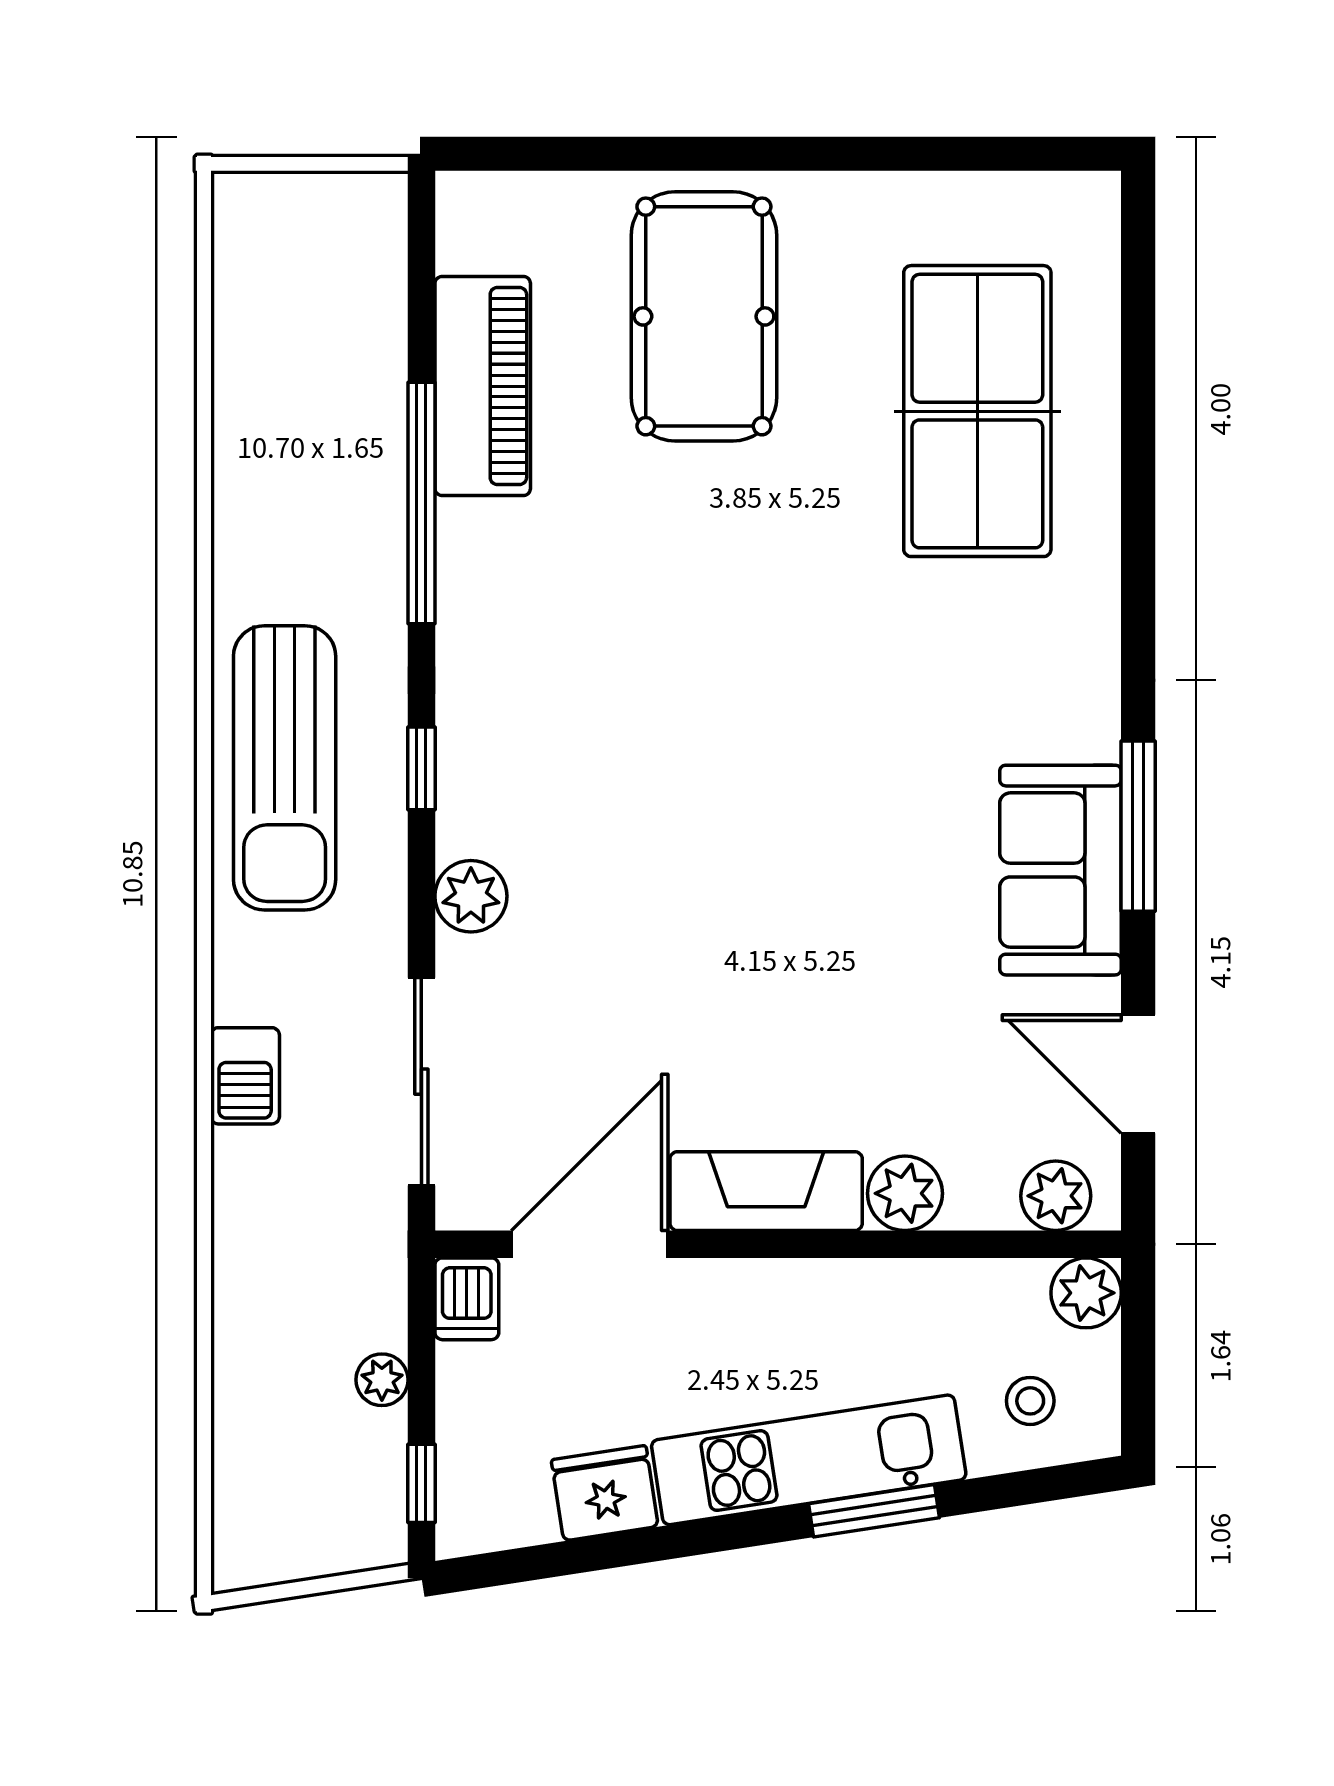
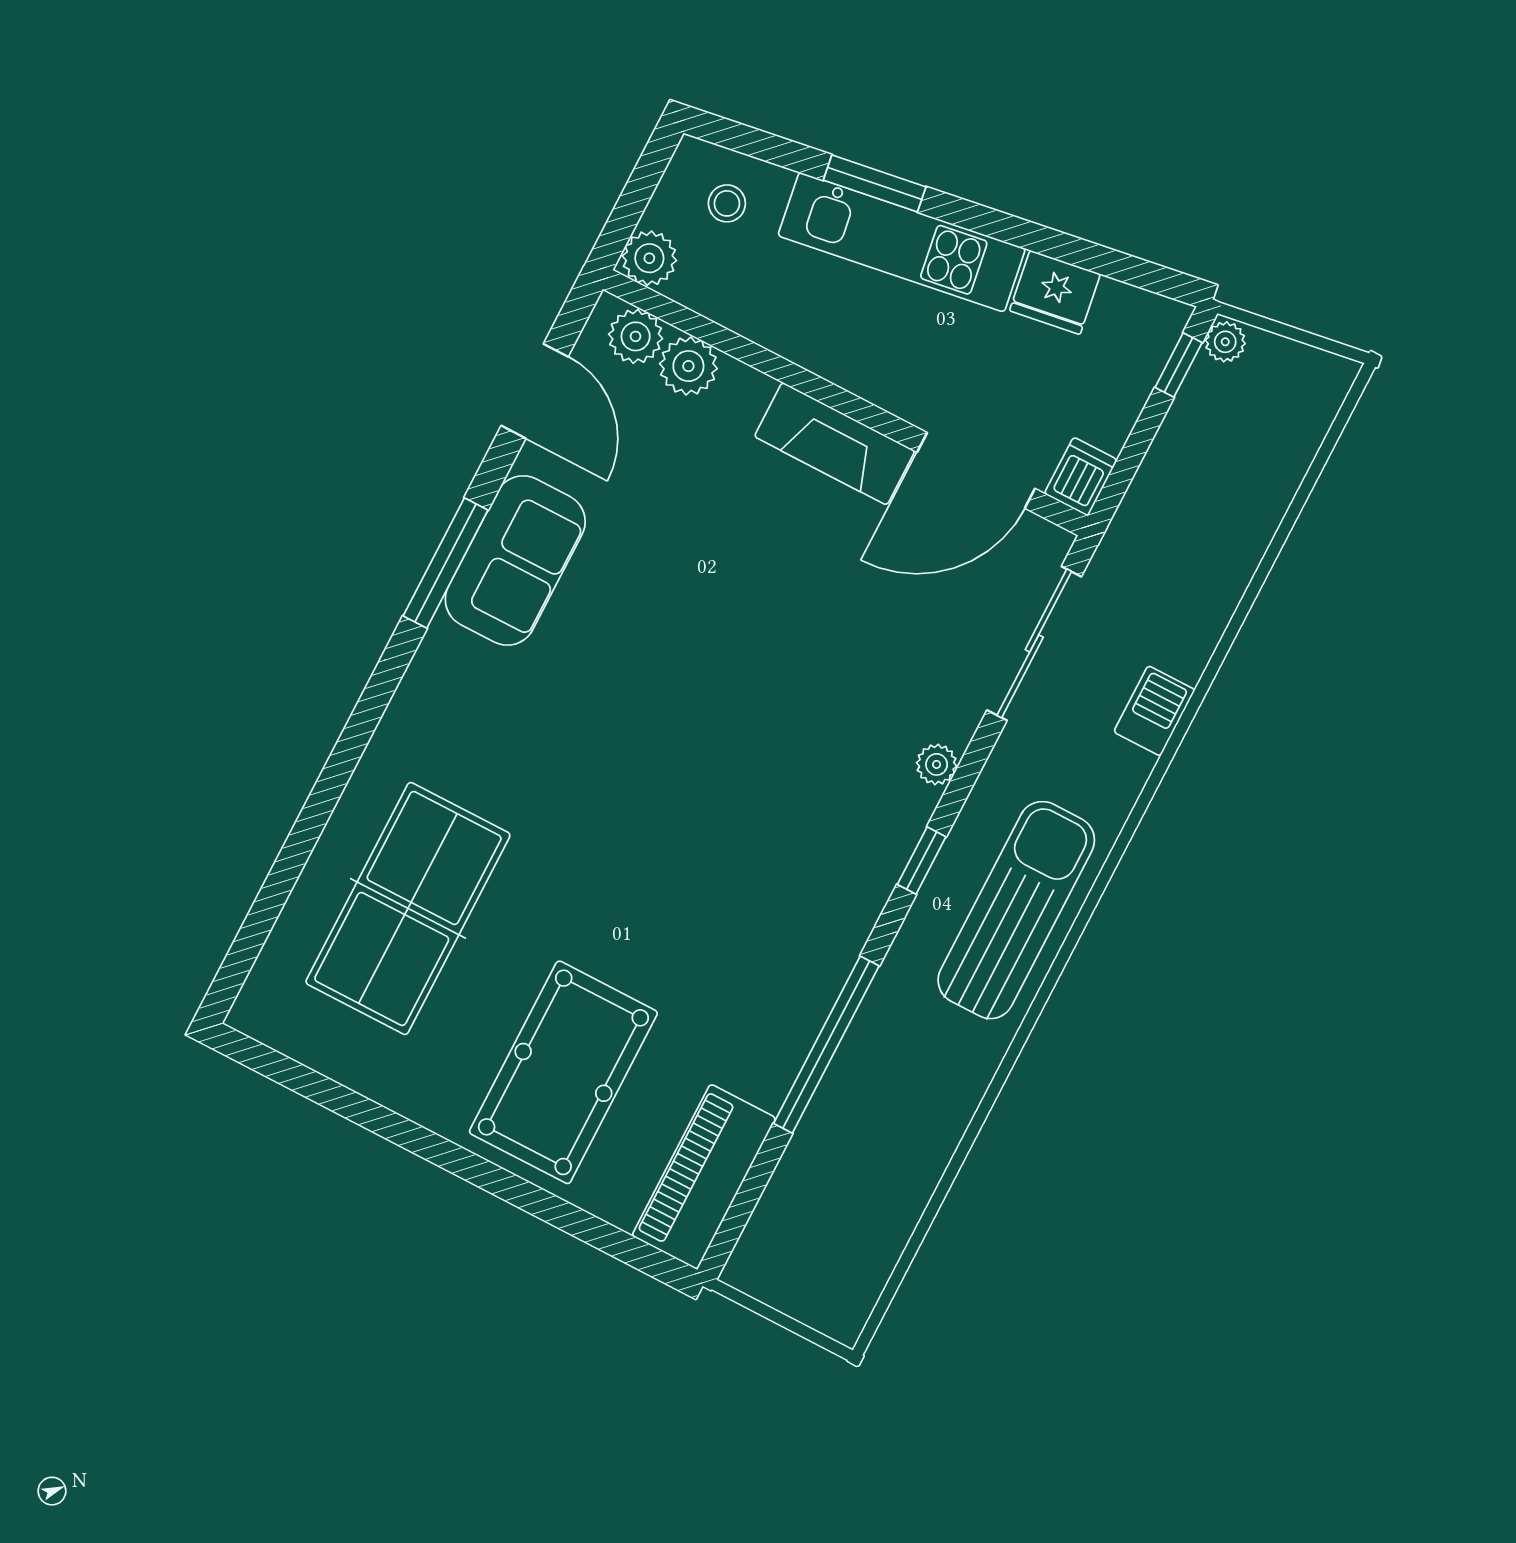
piano: (483, 386) -> (704, 1177), moved
plant: (471, 896) -> (937, 764), width x0.73, depth x0.73
plant: (905, 1193) -> (688, 366), moved
plant: (382, 1380) -> (1225, 342), moved

